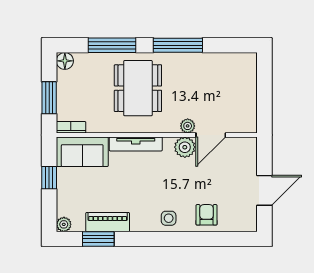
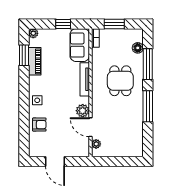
floor lamp: (65, 61) -> (138, 48), moved
dining table: (138, 88) -> (120, 81), width x0.73
plant: (188, 126) -> (96, 144), moved

